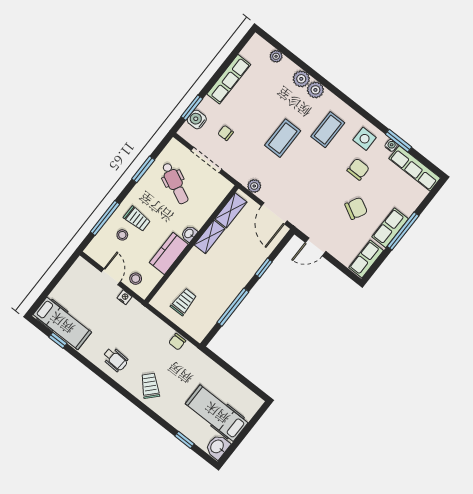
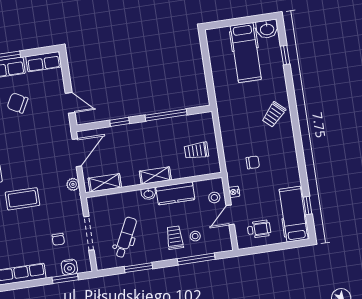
shelving: (210, 237) -> (155, 176), moved
chair: (177, 342) -> (253, 162), moved
wheelchair: (115, 359) -> (259, 229), moved, turned 87

